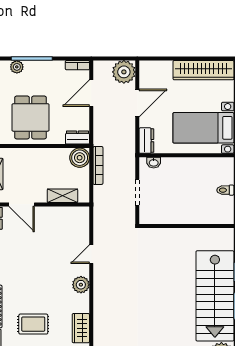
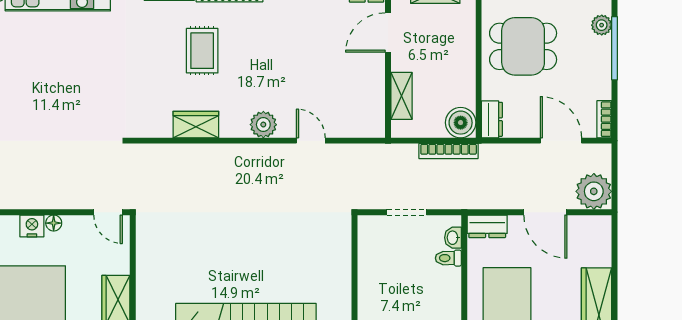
toilet: (167, 166) -> (448, 258), added

